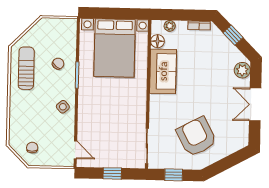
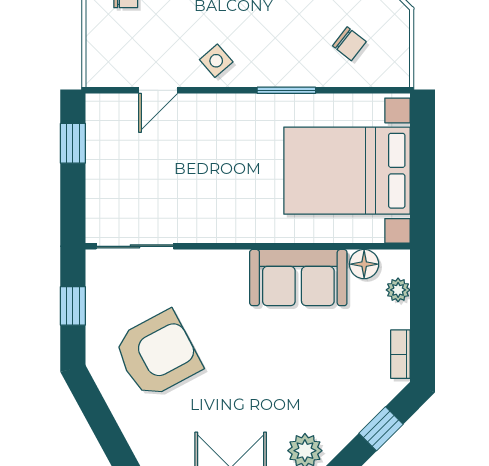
chair: (58, 64) -> (349, 44), moved
door: (75, 150) -> (158, 90), moved
window: (112, 173) -> (73, 143), moved

